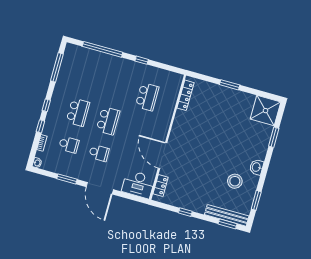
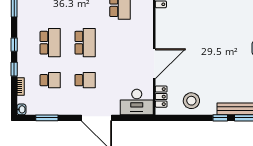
door: (163, 155) -> (154, 64), swing flipped
window: (67, 179) -> (47, 118), moved
stool: (235, 181) -> (191, 101), moved
window: (185, 212) -> (220, 118), moved

